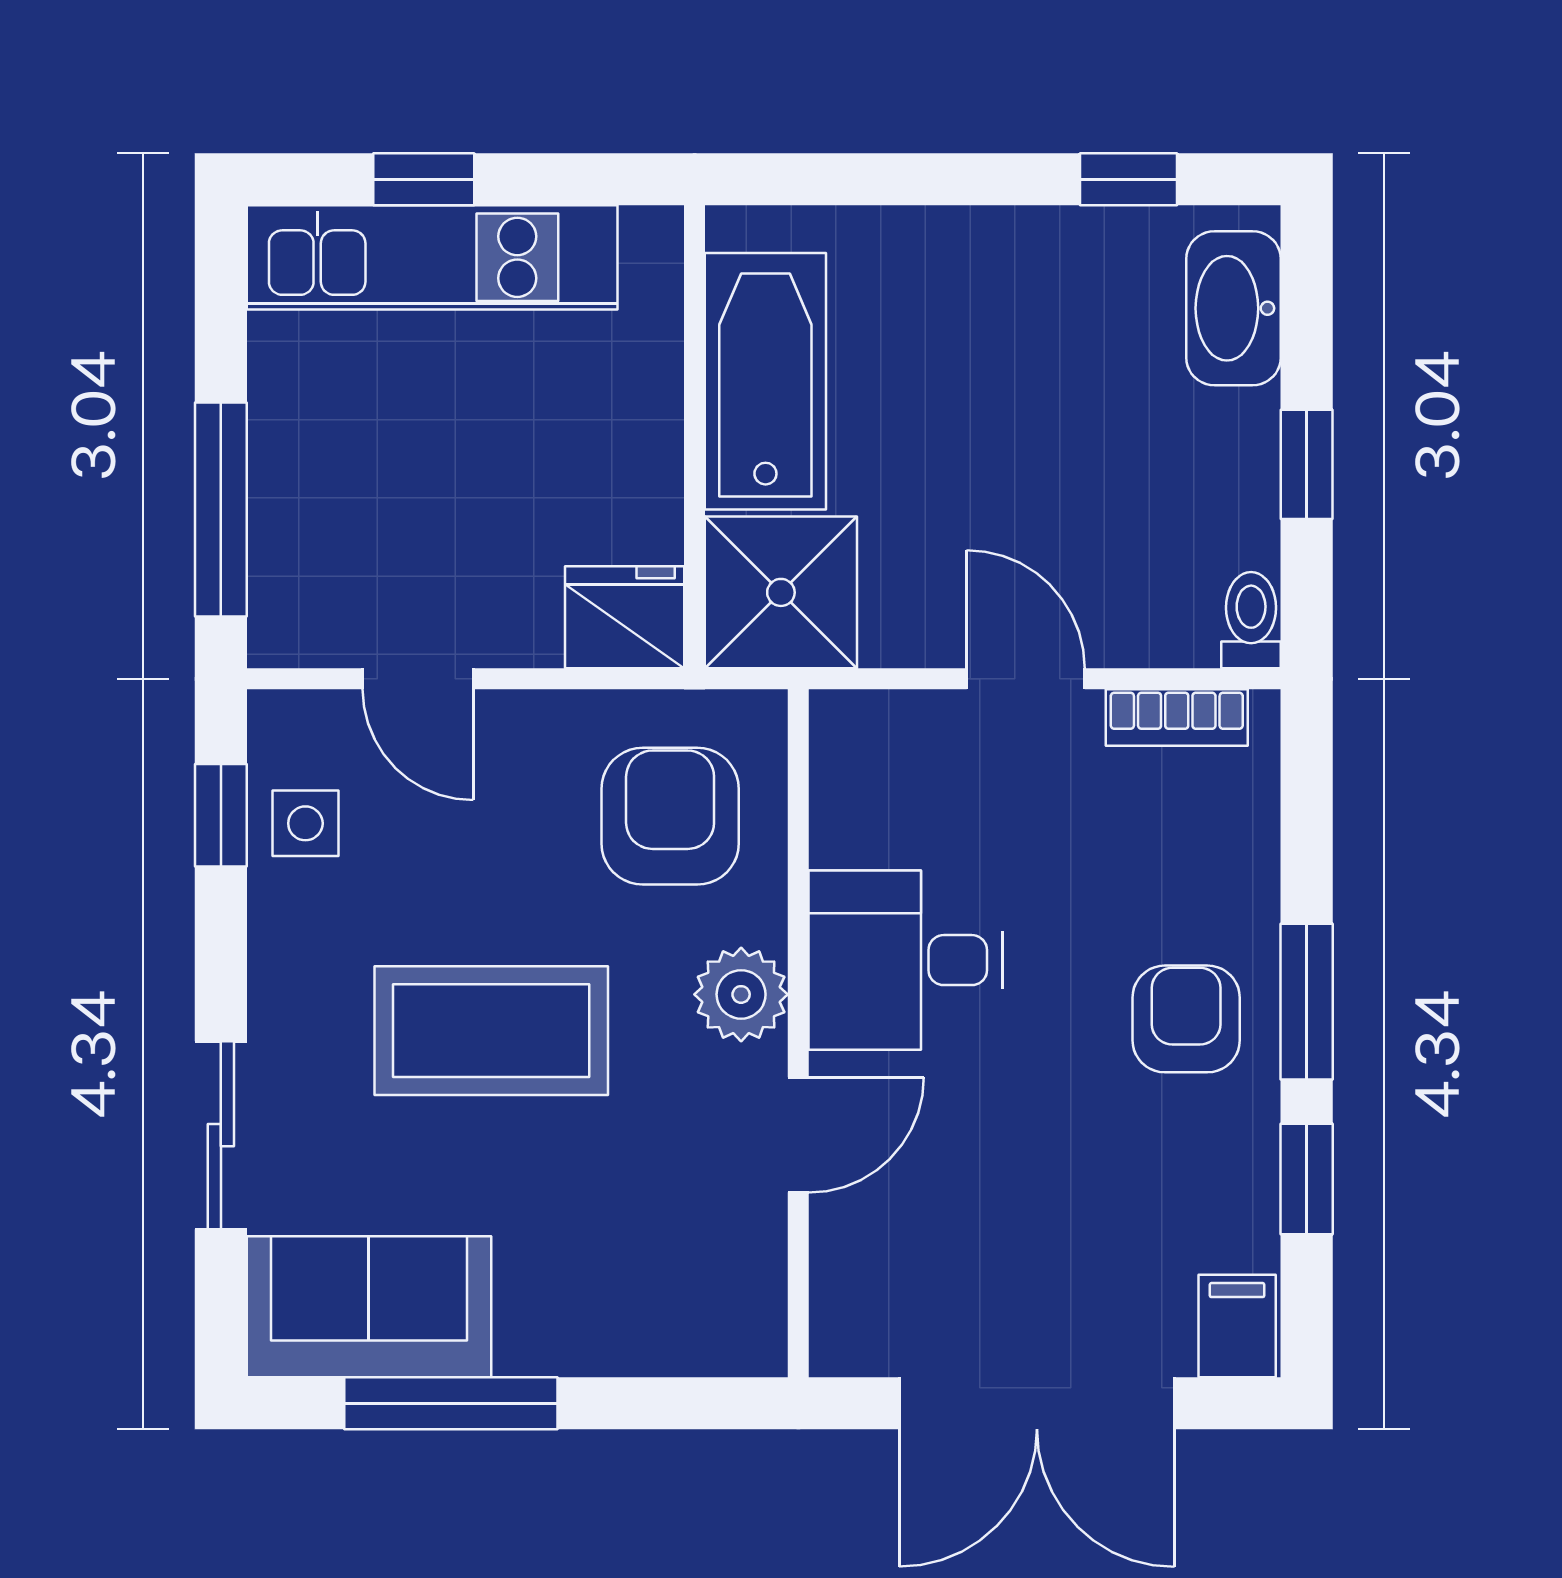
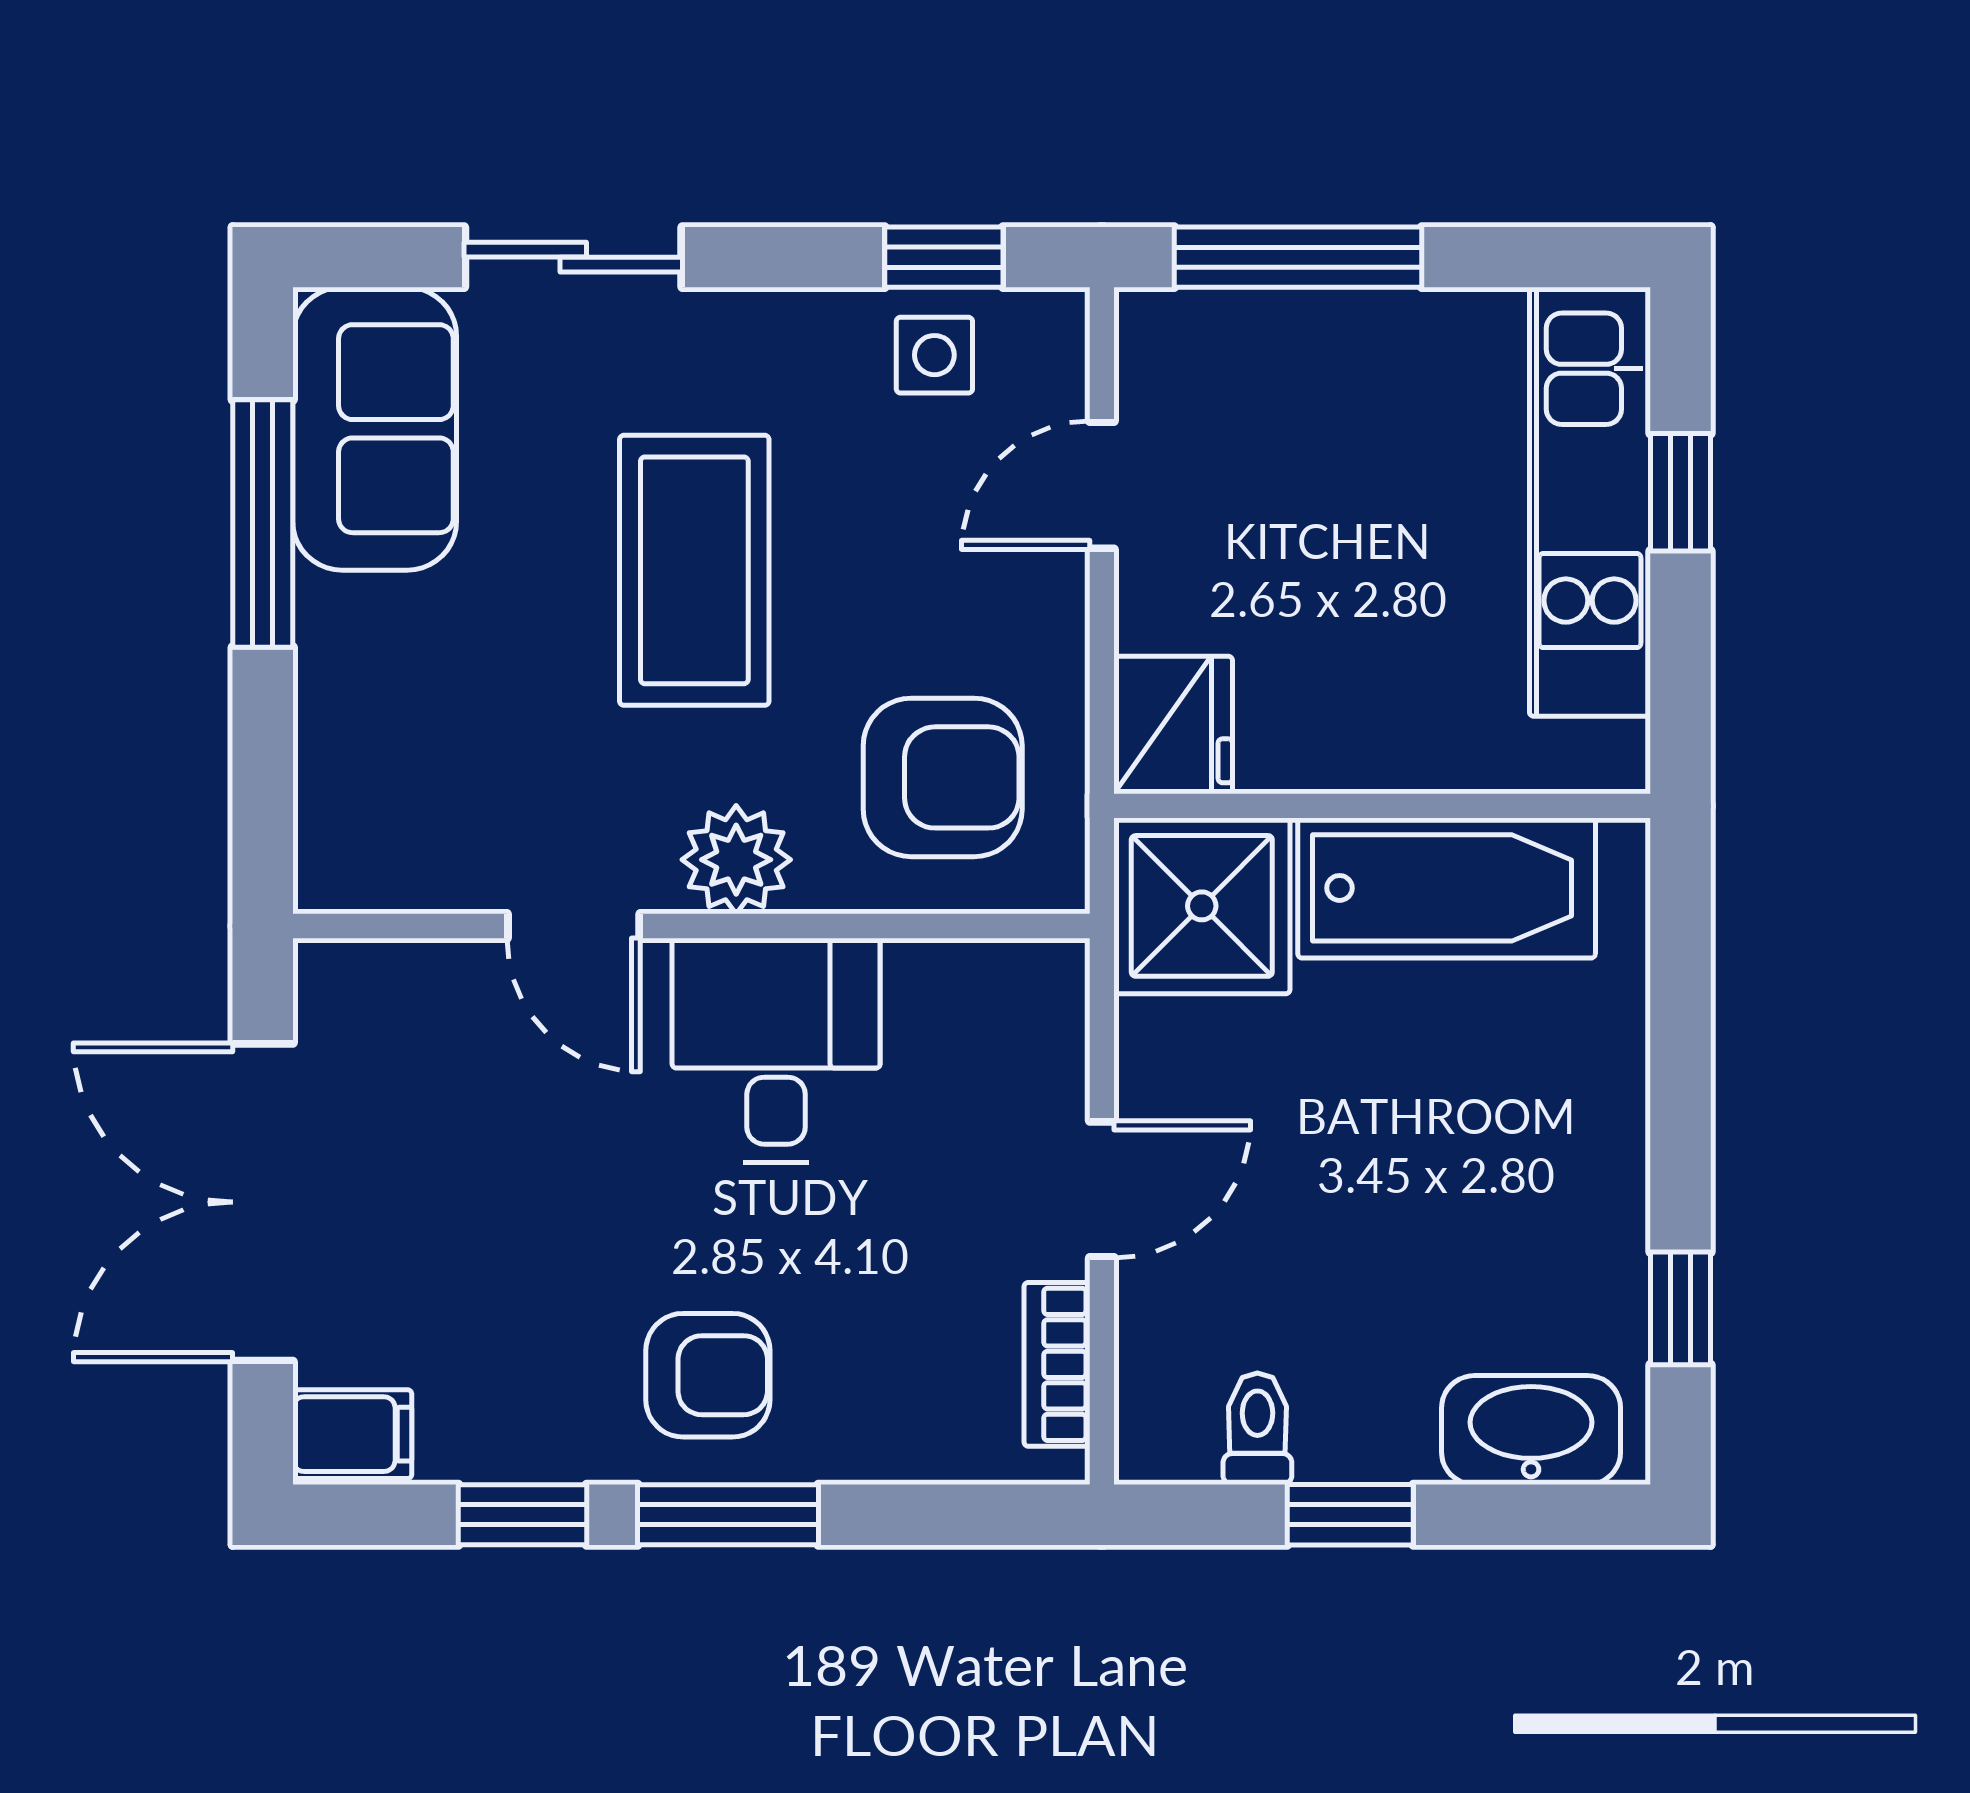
toilet: (1251, 620) -> (1257, 1429), moved, turned -90

